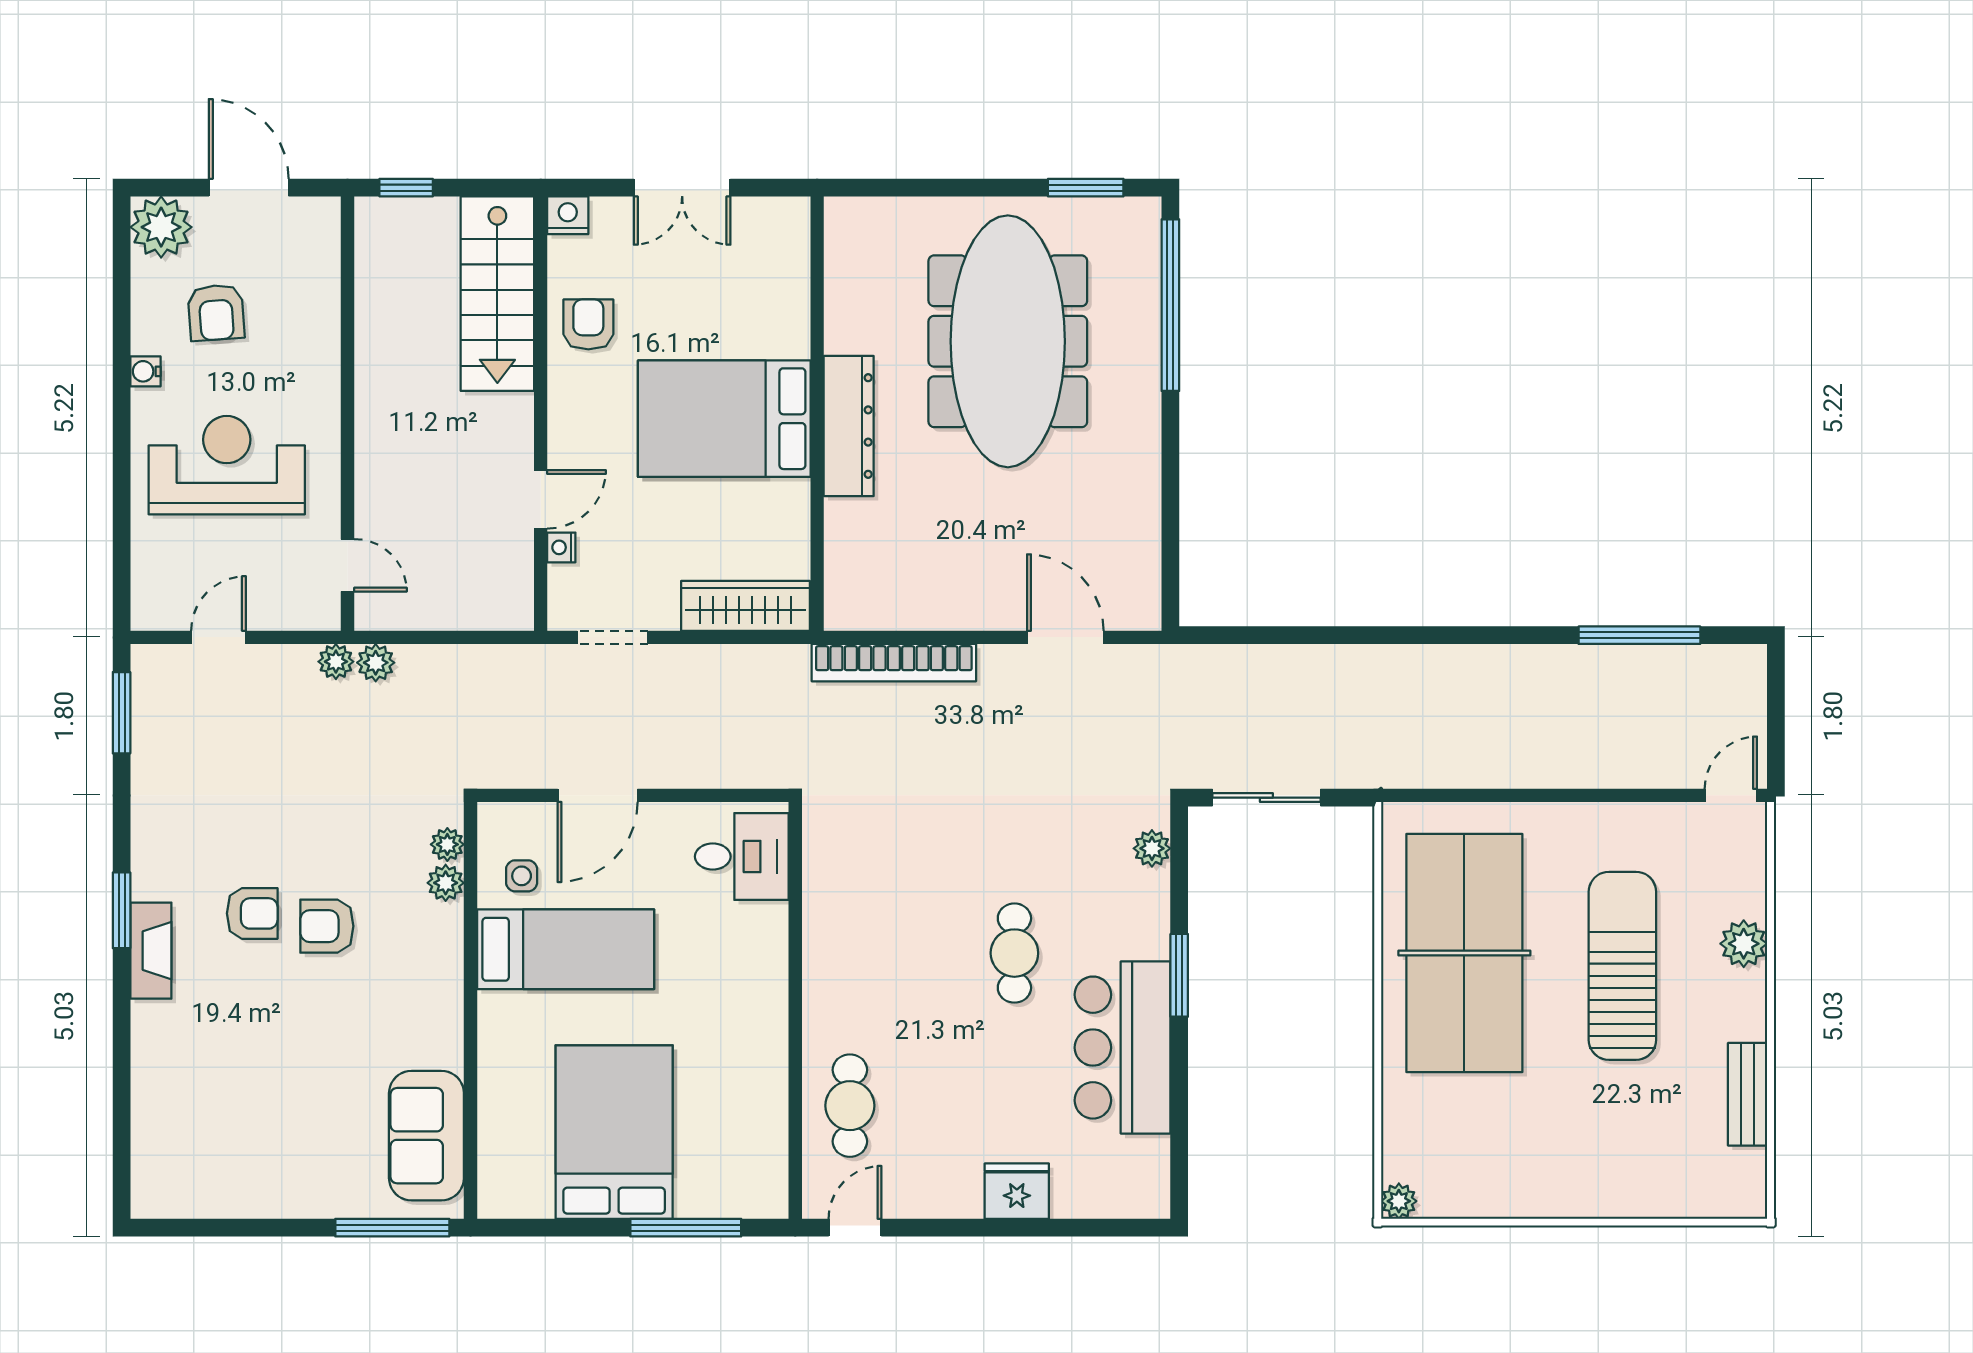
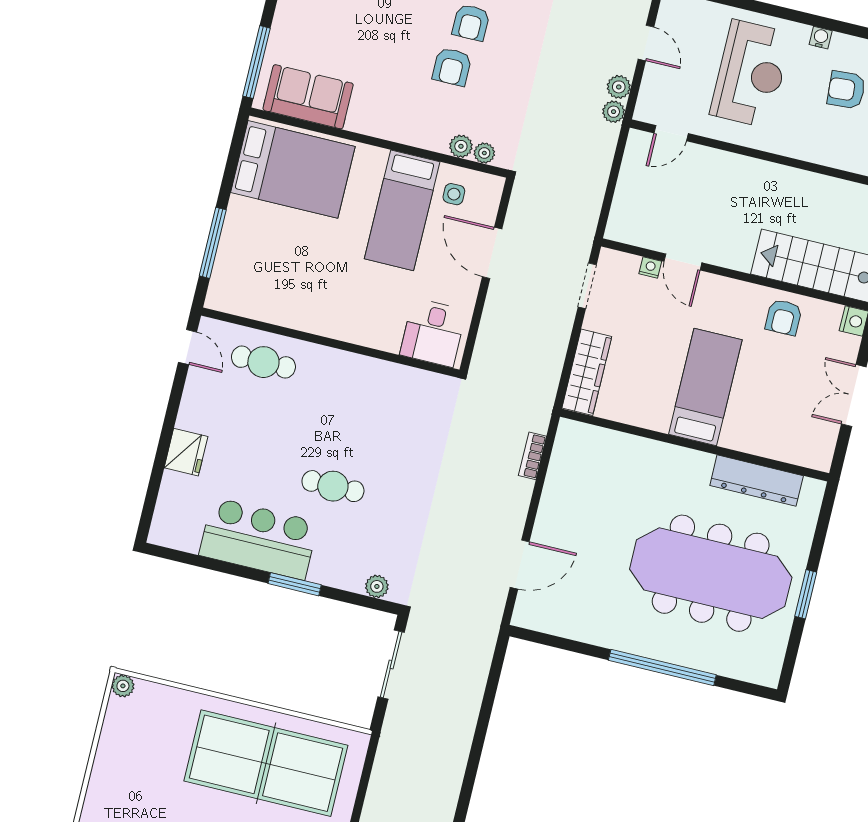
window: (1086, 188) -> (806, 594), moved
window: (1170, 305) -> (662, 667), moved
armchair: (588, 324) -> (784, 317), turned 90
bed: (724, 419) -> (705, 387), width x0.67
dresser: (849, 426) -> (757, 481), moved
plant: (376, 663) -> (619, 87), moved
bookcase: (894, 663) -> (532, 456), width x0.43, depth x0.76
armchair: (327, 926) -> (452, 67), turned 180
bed: (614, 1132) -> (293, 169), moved

